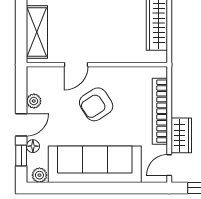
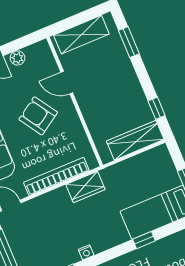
wardrobe: (181, 135) -> (85, 187), moved

